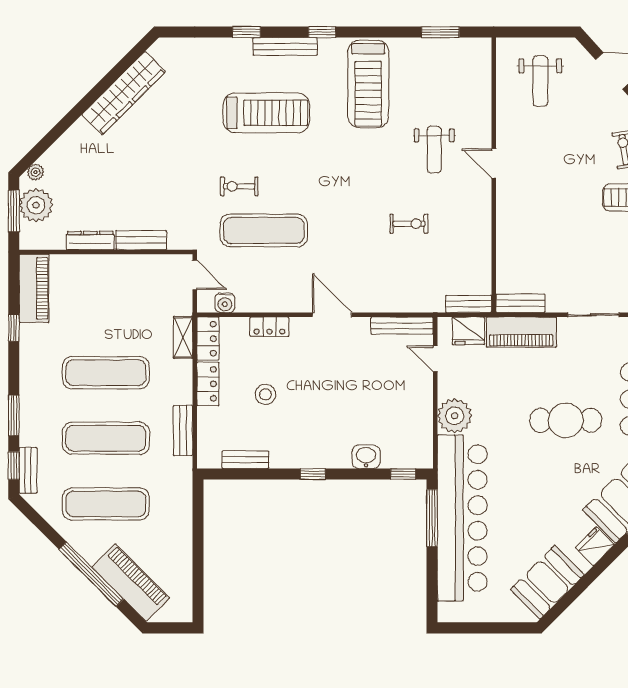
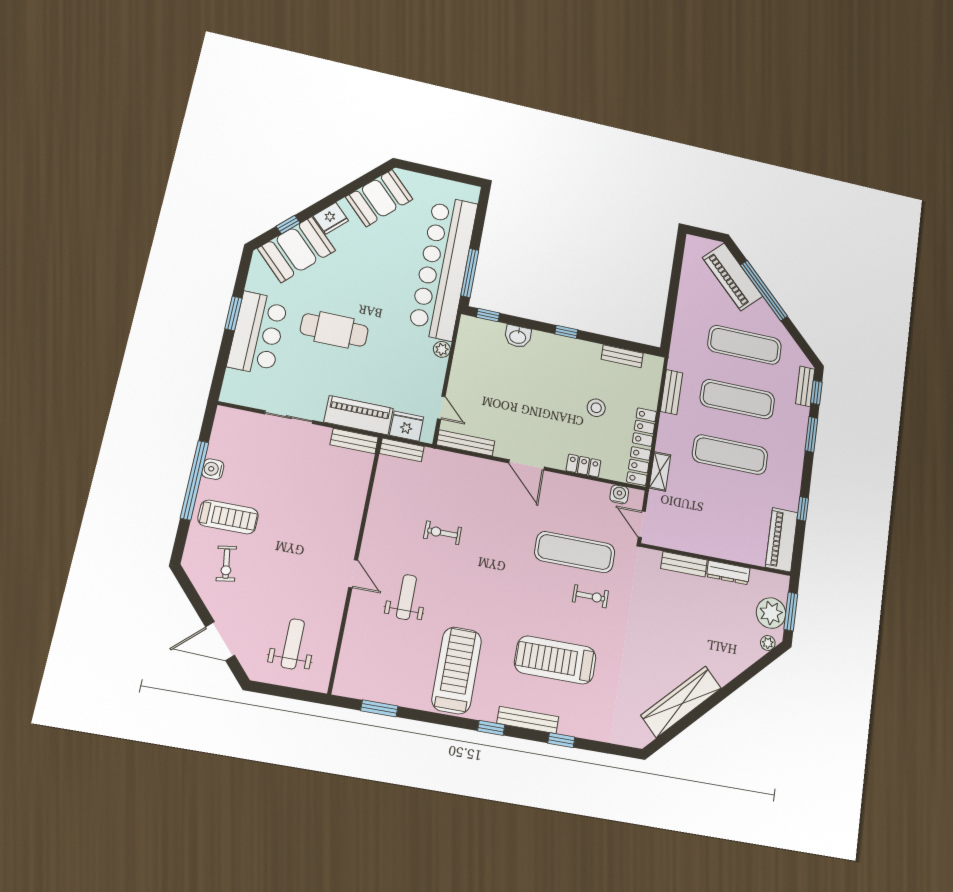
plant: (455, 416) -> (442, 349), width x0.53, depth x0.53

